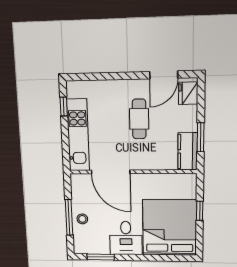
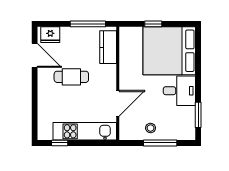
window: (201, 137) -> (88, 24), width x1.44
kitchen counter: (188, 151) -> (108, 47), moved, turned 90
door: (111, 172) -> (118, 103), width x0.73
stool: (82, 219) -> (151, 128), moved

